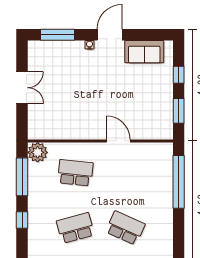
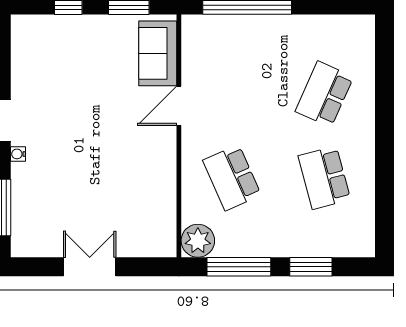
sofa: (144, 52) -> (158, 53), moved, turned 180
school desk: (75, 173) -> (232, 178), turned -30
window: (22, 220) -> (311, 267), width x1.50

